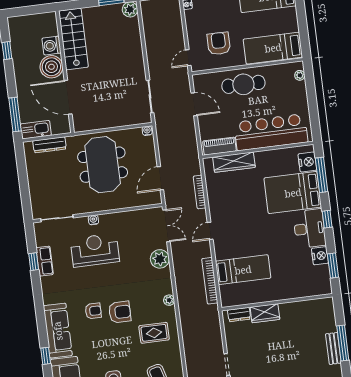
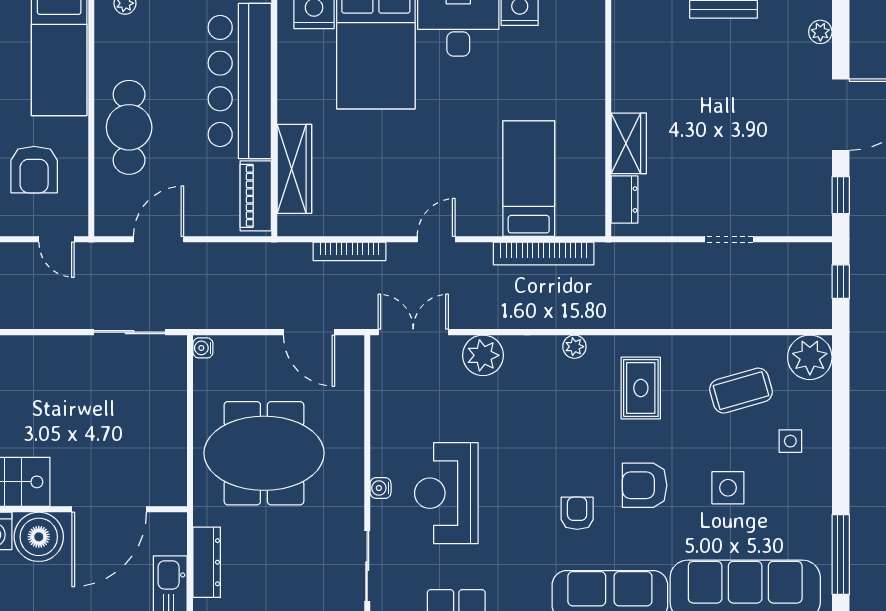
armchair: (219, 43) -> (34, 170), turned -90
door: (210, 231) -> (436, 239), swing flipped
armchair: (120, 312) -> (645, 485), moved, turned -90

